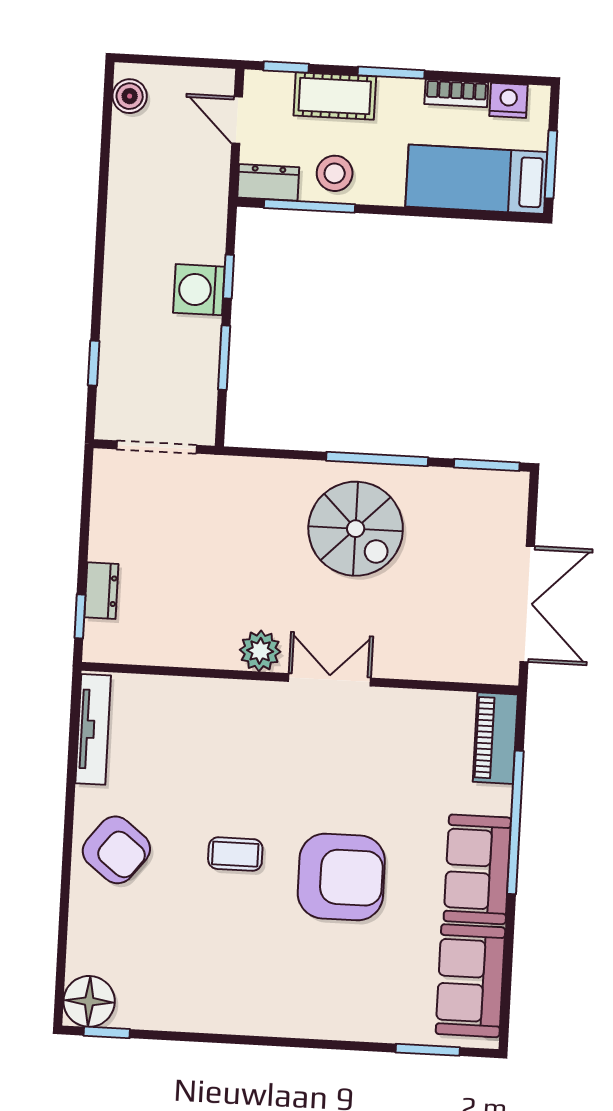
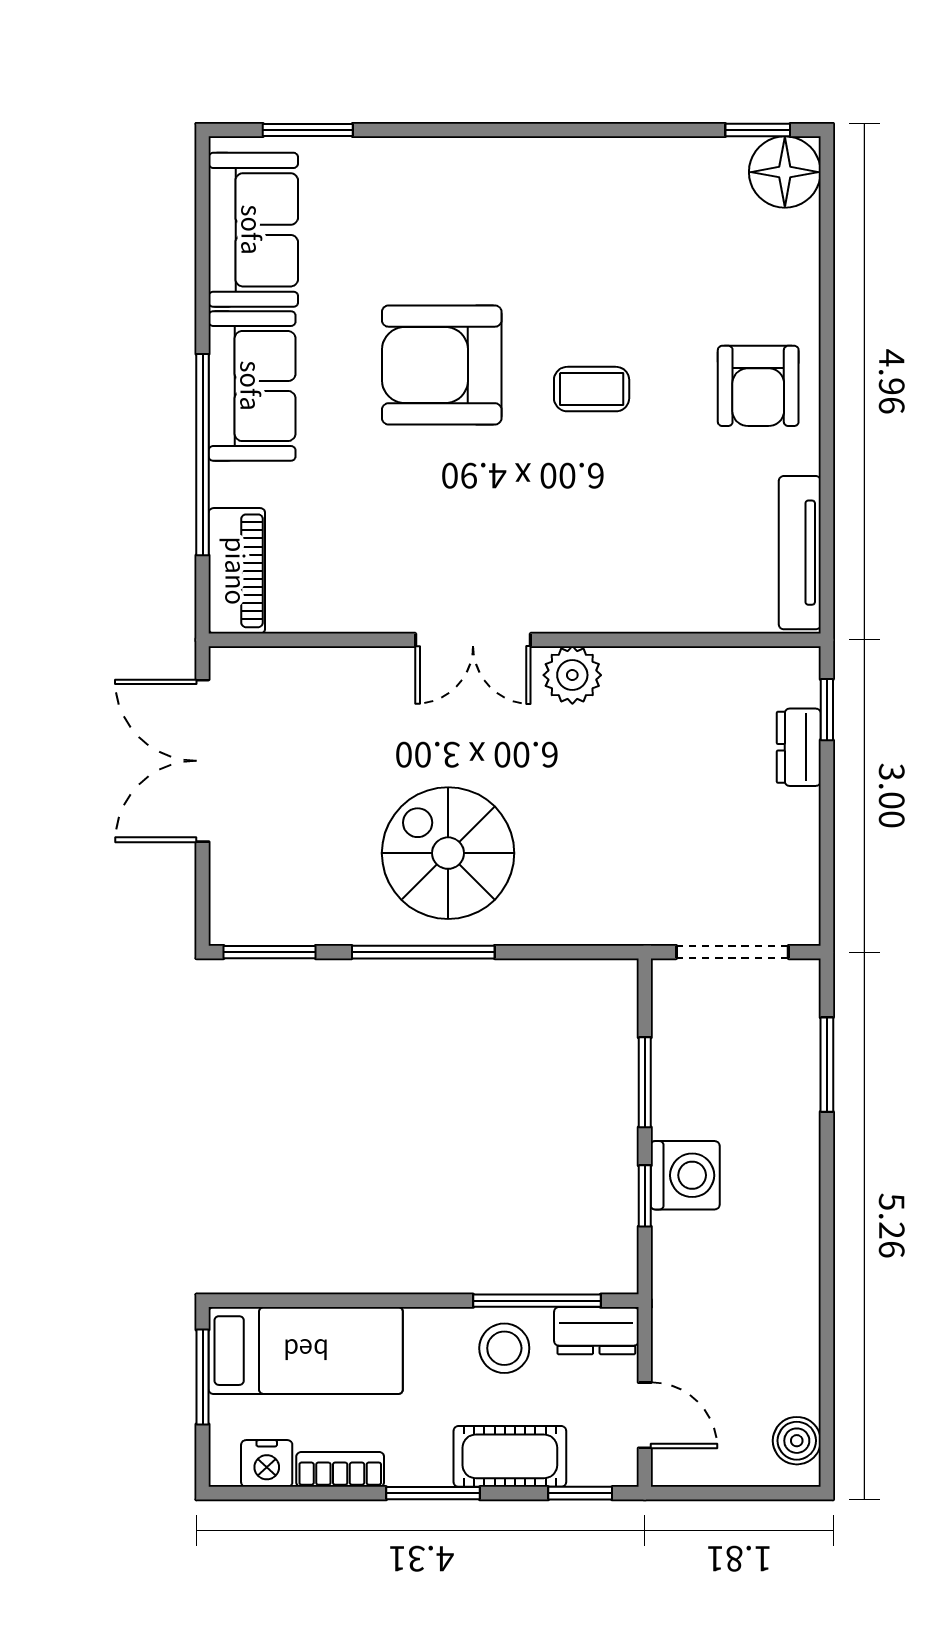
window: (94, 363) -> (827, 1065), width x1.50
armchair: (116, 850) -> (758, 386), turned -128

